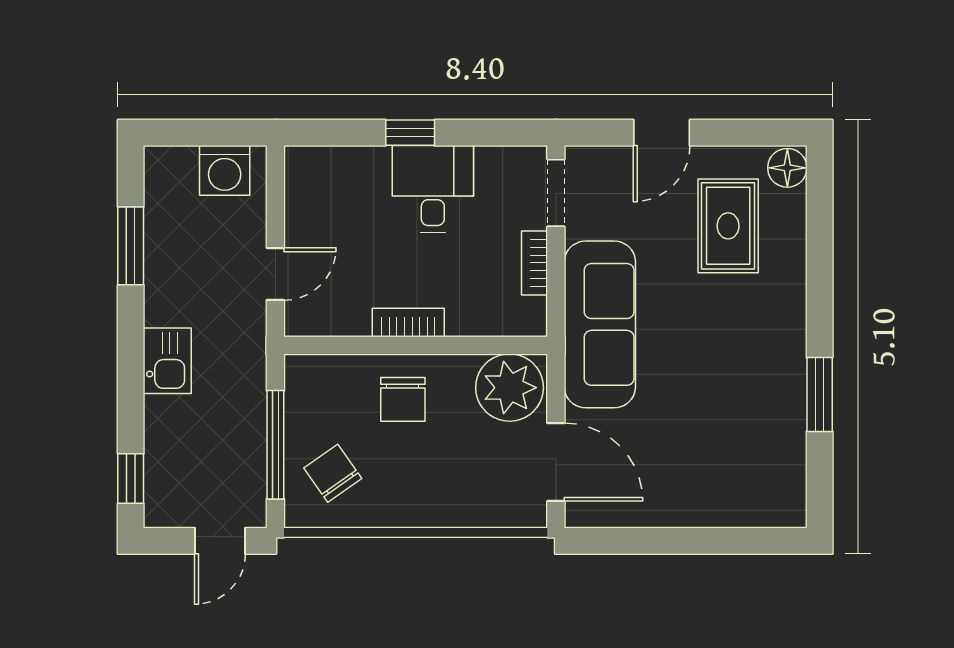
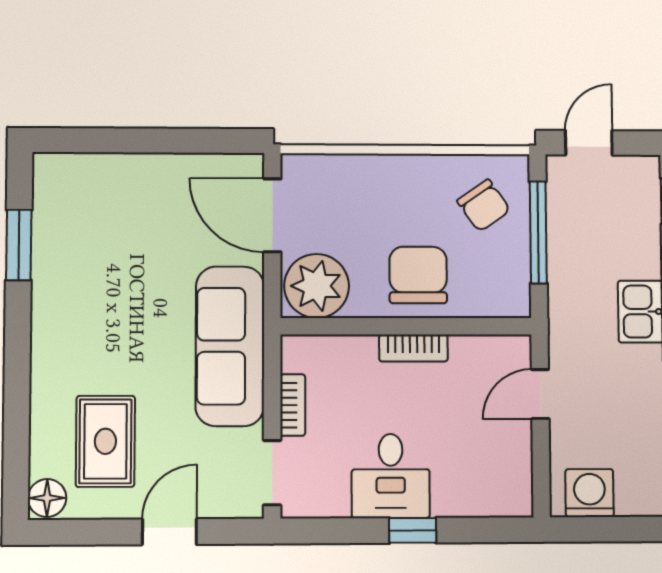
window: (820, 394) -> (19, 245), moved
chair: (403, 399) -> (418, 275), width x1.37, depth x1.37

